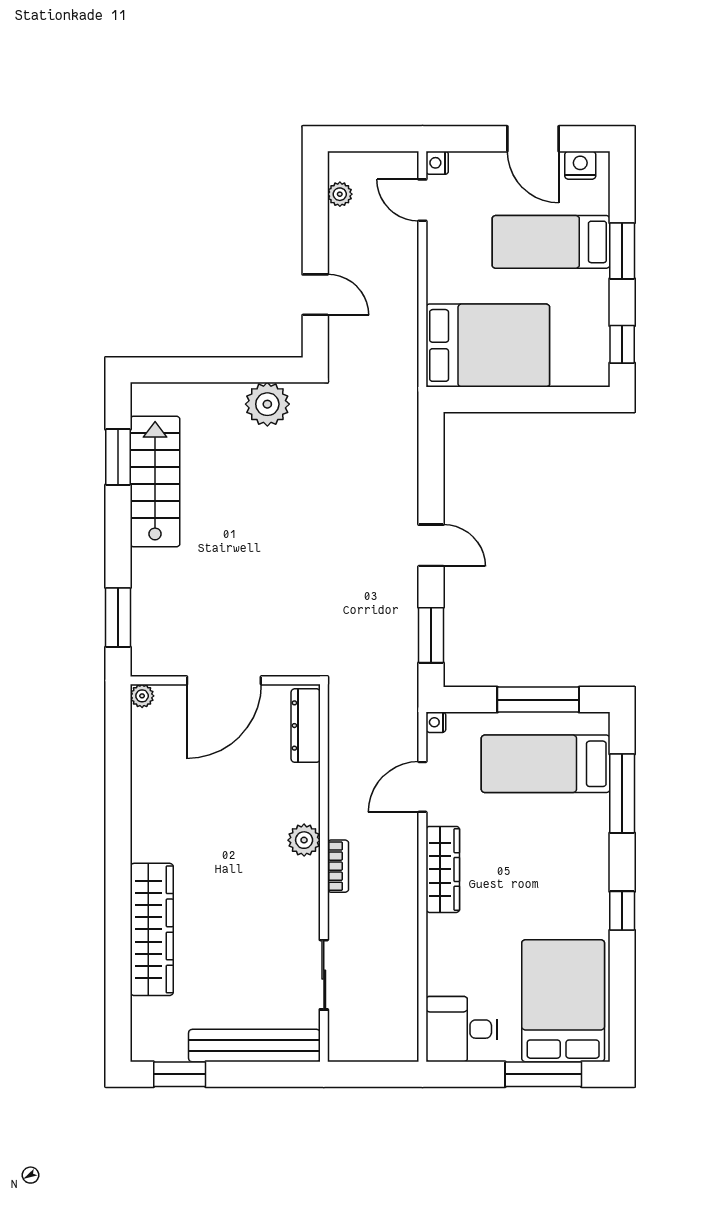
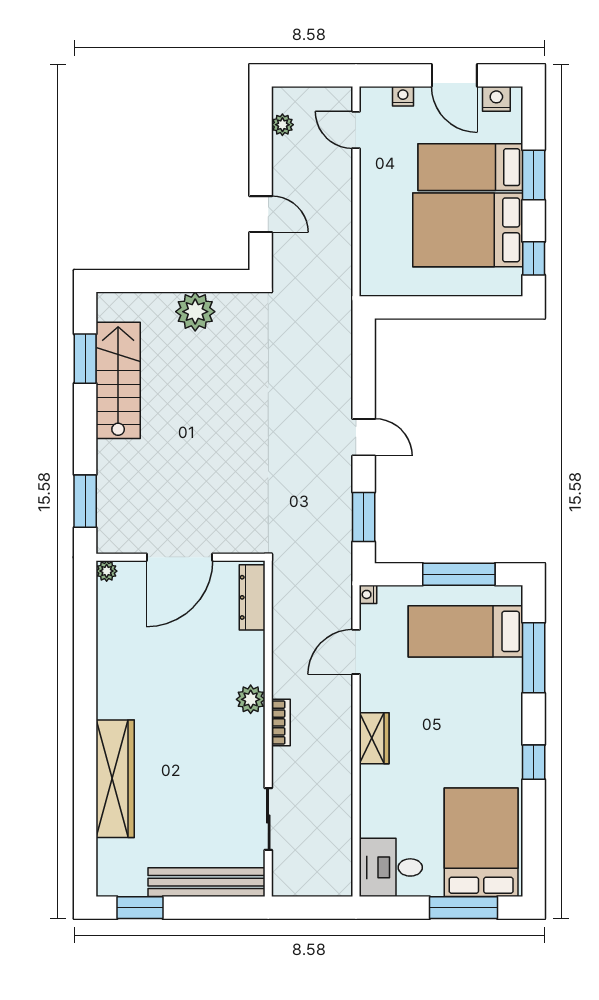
nightstand: (437, 163) -> (403, 96), moved, turned 90
bed: (488, 345) -> (468, 230), moved, turned 180
plant: (267, 404) -> (195, 312), moved
wardrobe: (443, 869) -> (374, 738), width x0.67

